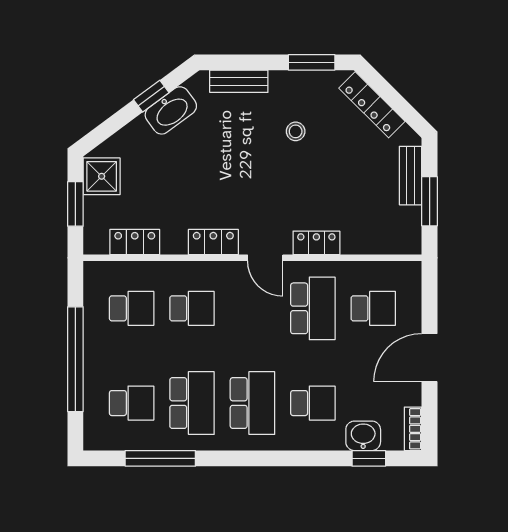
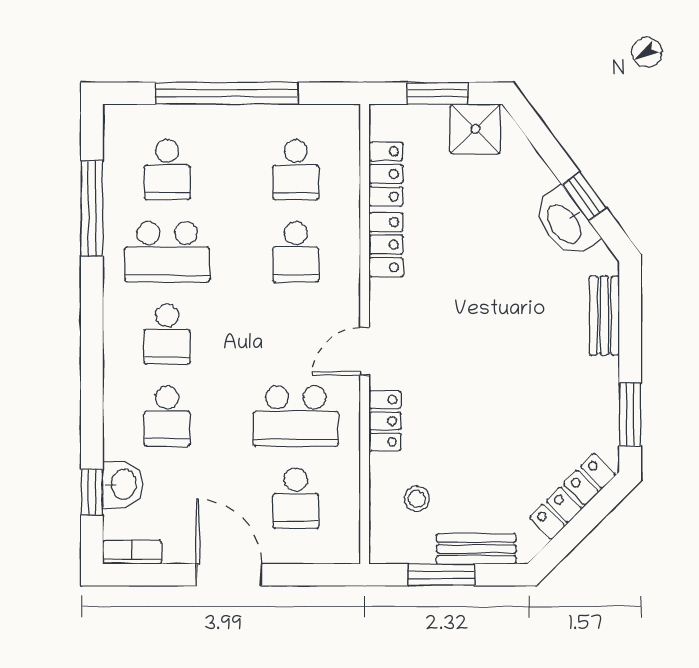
stool: (296, 131) -> (417, 499), moved
locker: (213, 242) -> (386, 245), moved
school desk: (252, 403) -> (167, 334), width x0.54

